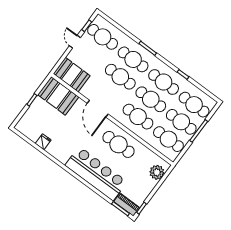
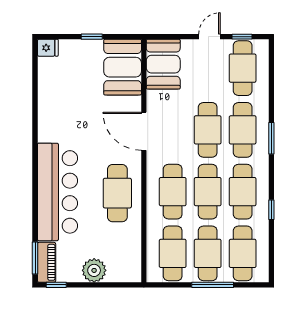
door: (98, 109) -> (144, 131), hinge flipped
fridge: (43, 142) -> (48, 48), moved
plant: (157, 172) -> (94, 270), moved

